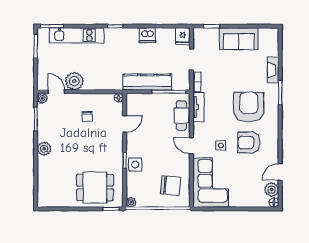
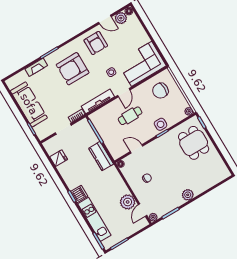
dishwasher: (147, 35) -> (79, 194), moved
fridge: (183, 36) -> (59, 158), moved
sofa: (239, 39) -> (29, 104), width x1.36
kitchen counter: (147, 82) -> (101, 156), width x0.67
tv unit: (198, 107) -> (98, 101), width x1.41
cafe table: (181, 116) -> (130, 116), moved
armchair: (249, 143) -> (96, 43), moved
chair: (171, 186) -> (160, 91), turned -95

